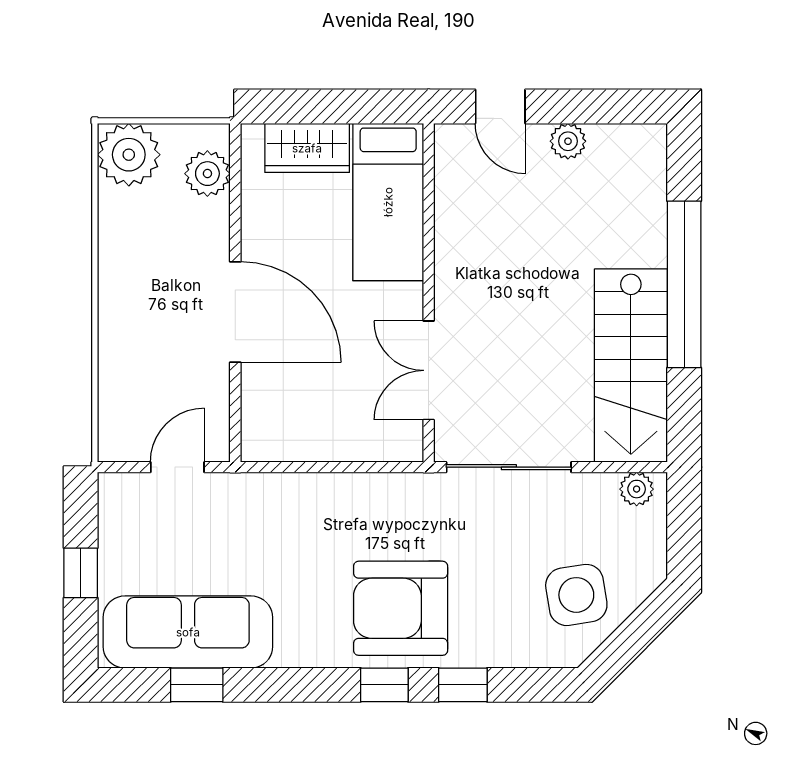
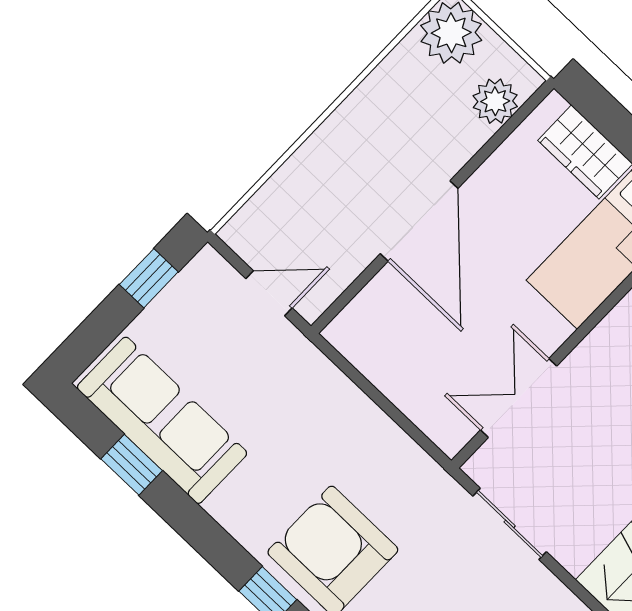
sliding door: (509, 467) -> (510, 524), width x0.73
window: (81, 573) -> (149, 278), moved

